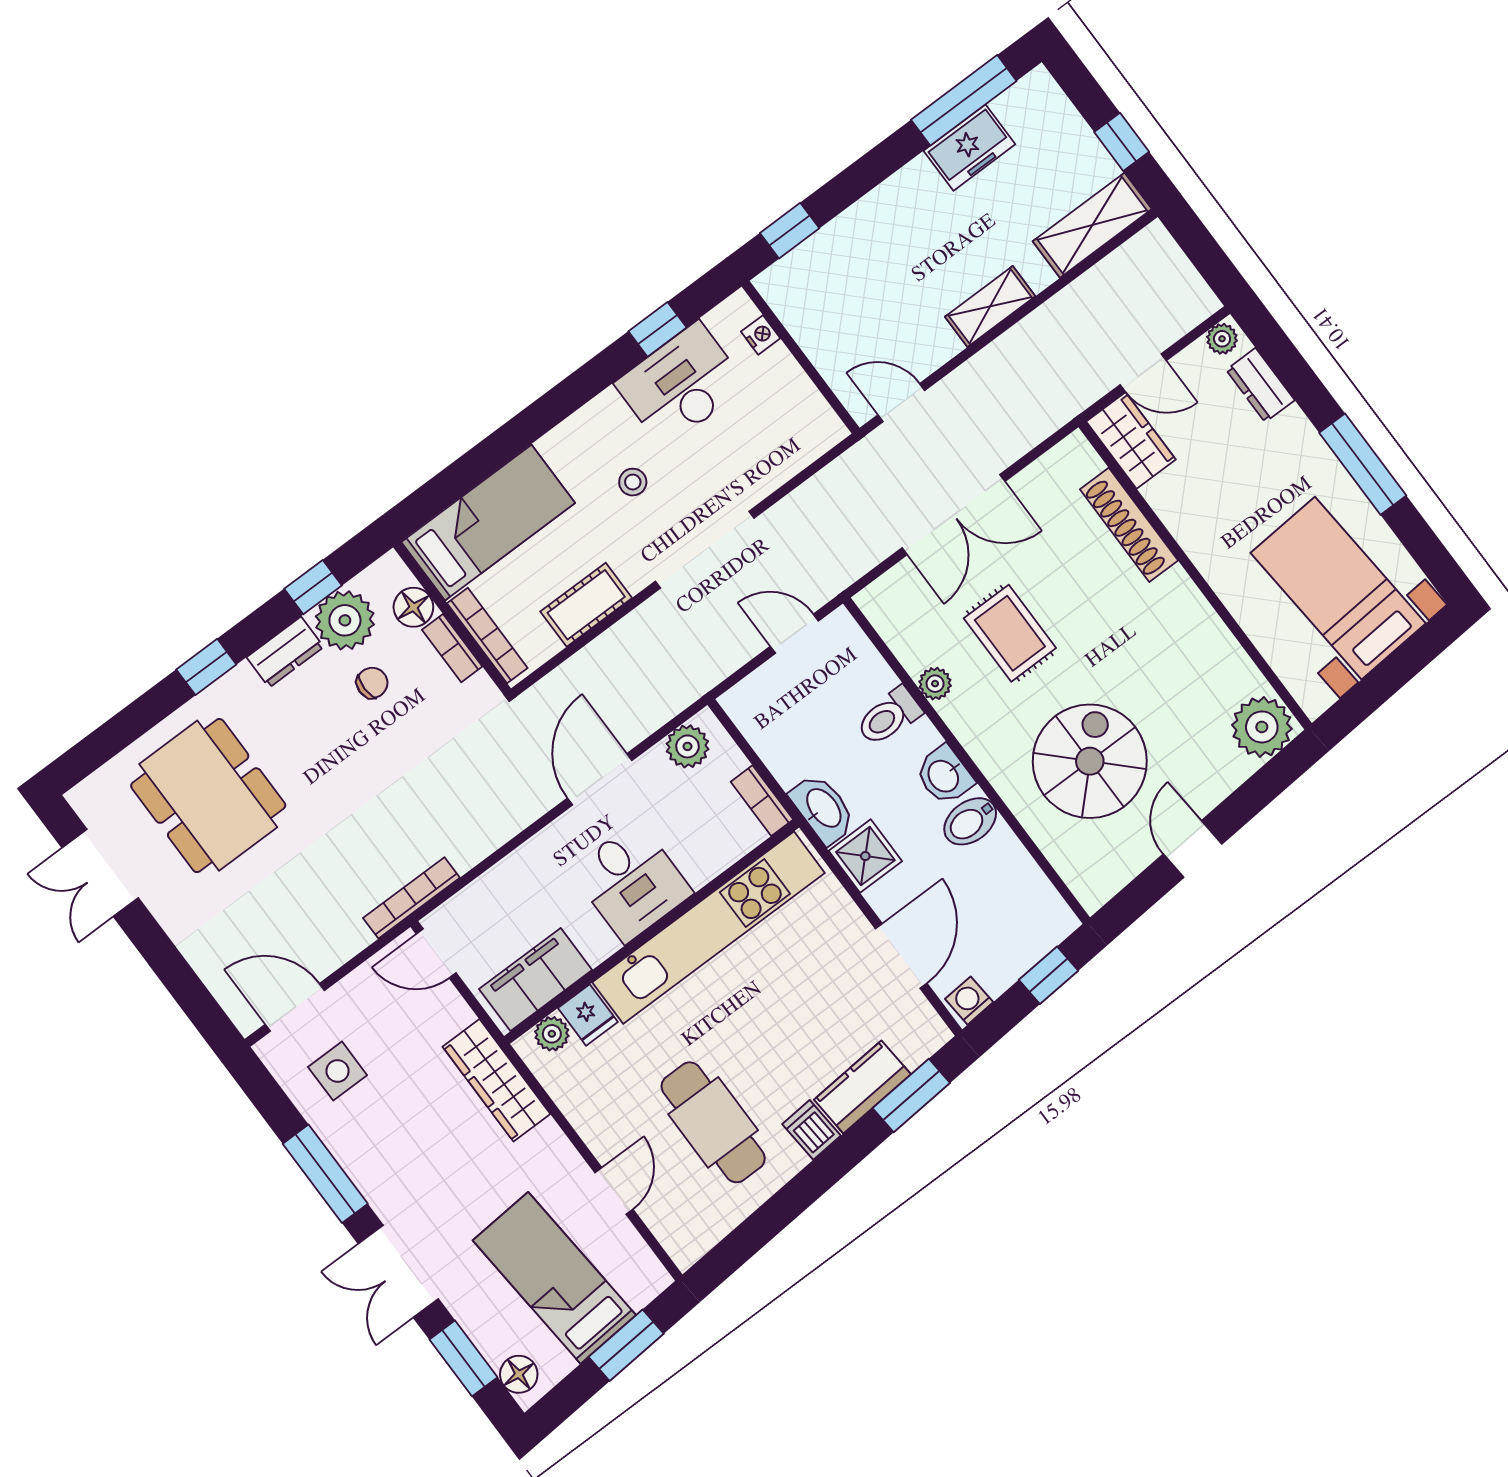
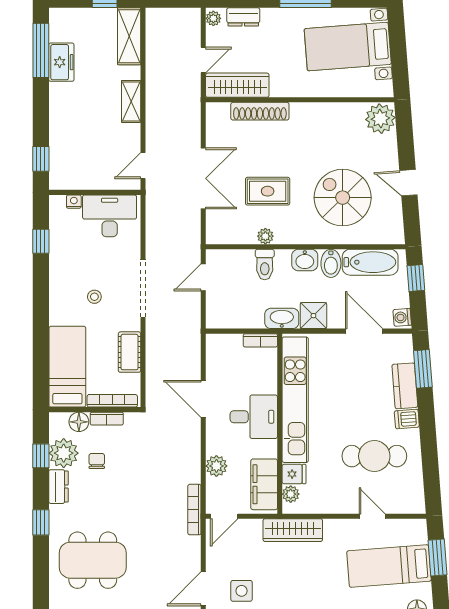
desk: (681, 385) -> (110, 216), moved, turned 90
wardrobe: (1131, 441) -> (237, 85), width x1.50
plant: (687, 746) -> (216, 466), moved
bathtub: (1019, 883) -> (370, 262), added

